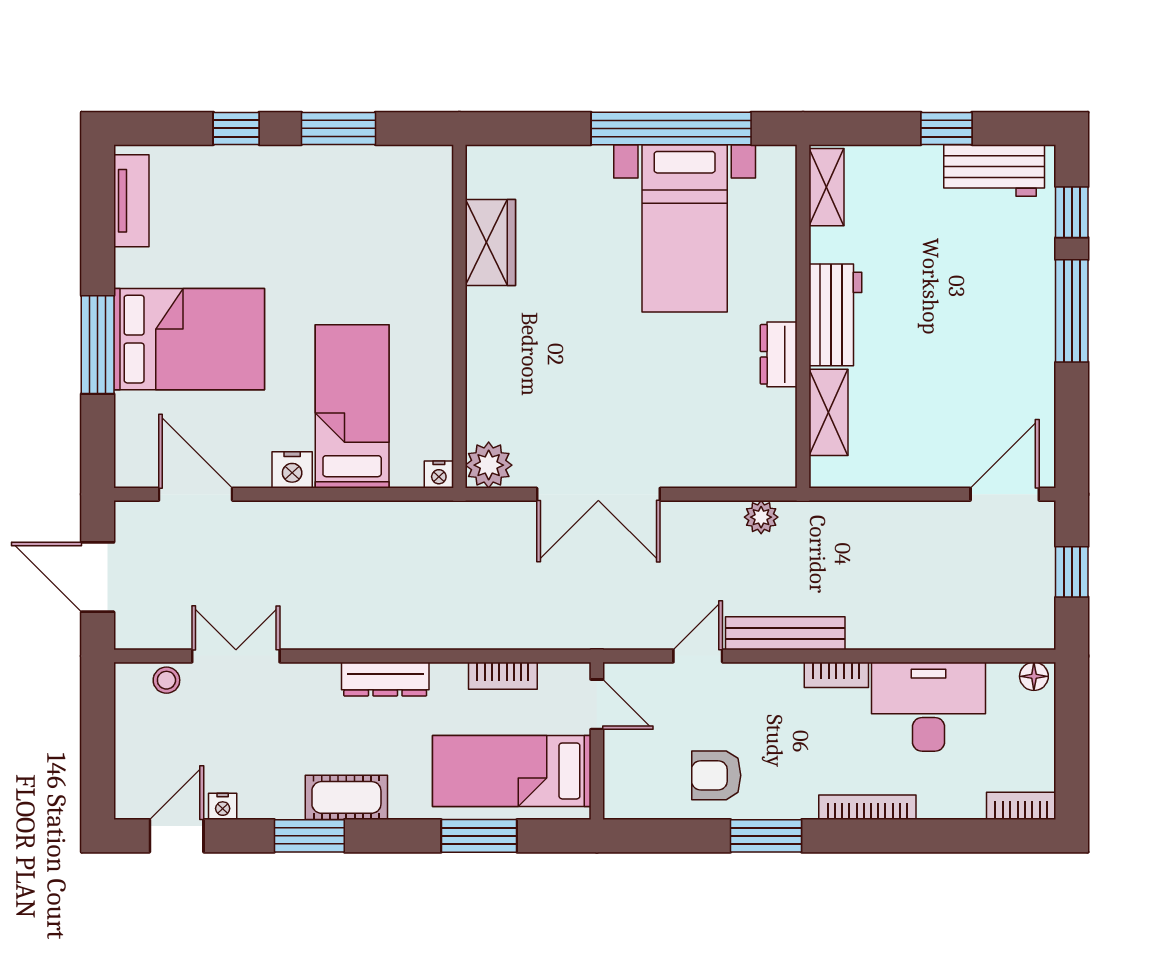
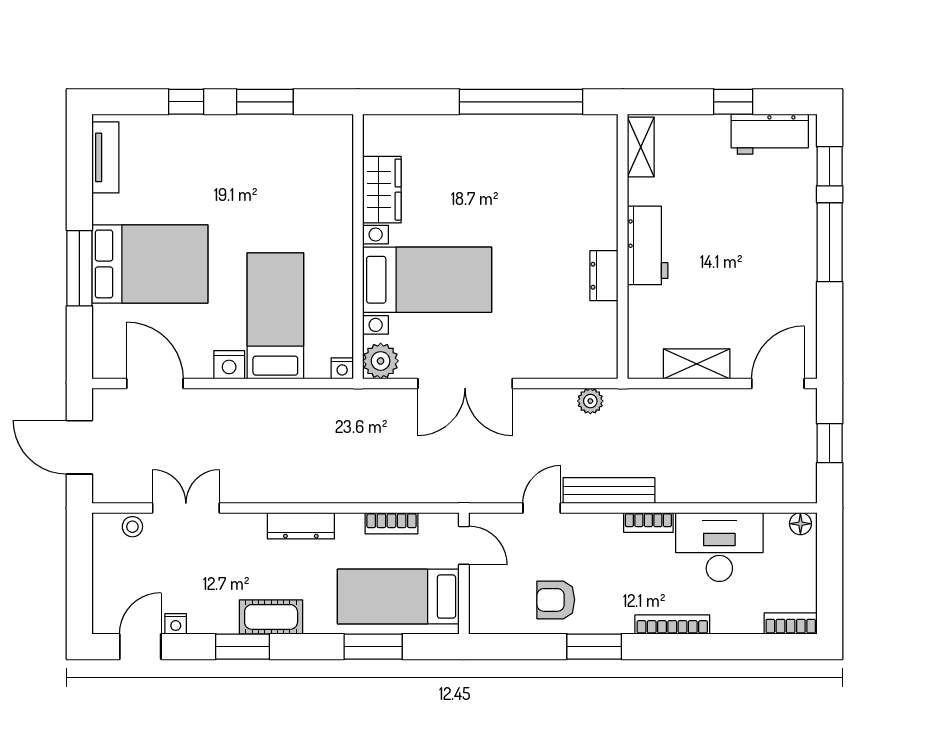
bed with nightstands: (685, 228) -> (427, 280), moved, turned -90
shelving: (829, 412) -> (697, 364), moved, turned 90

